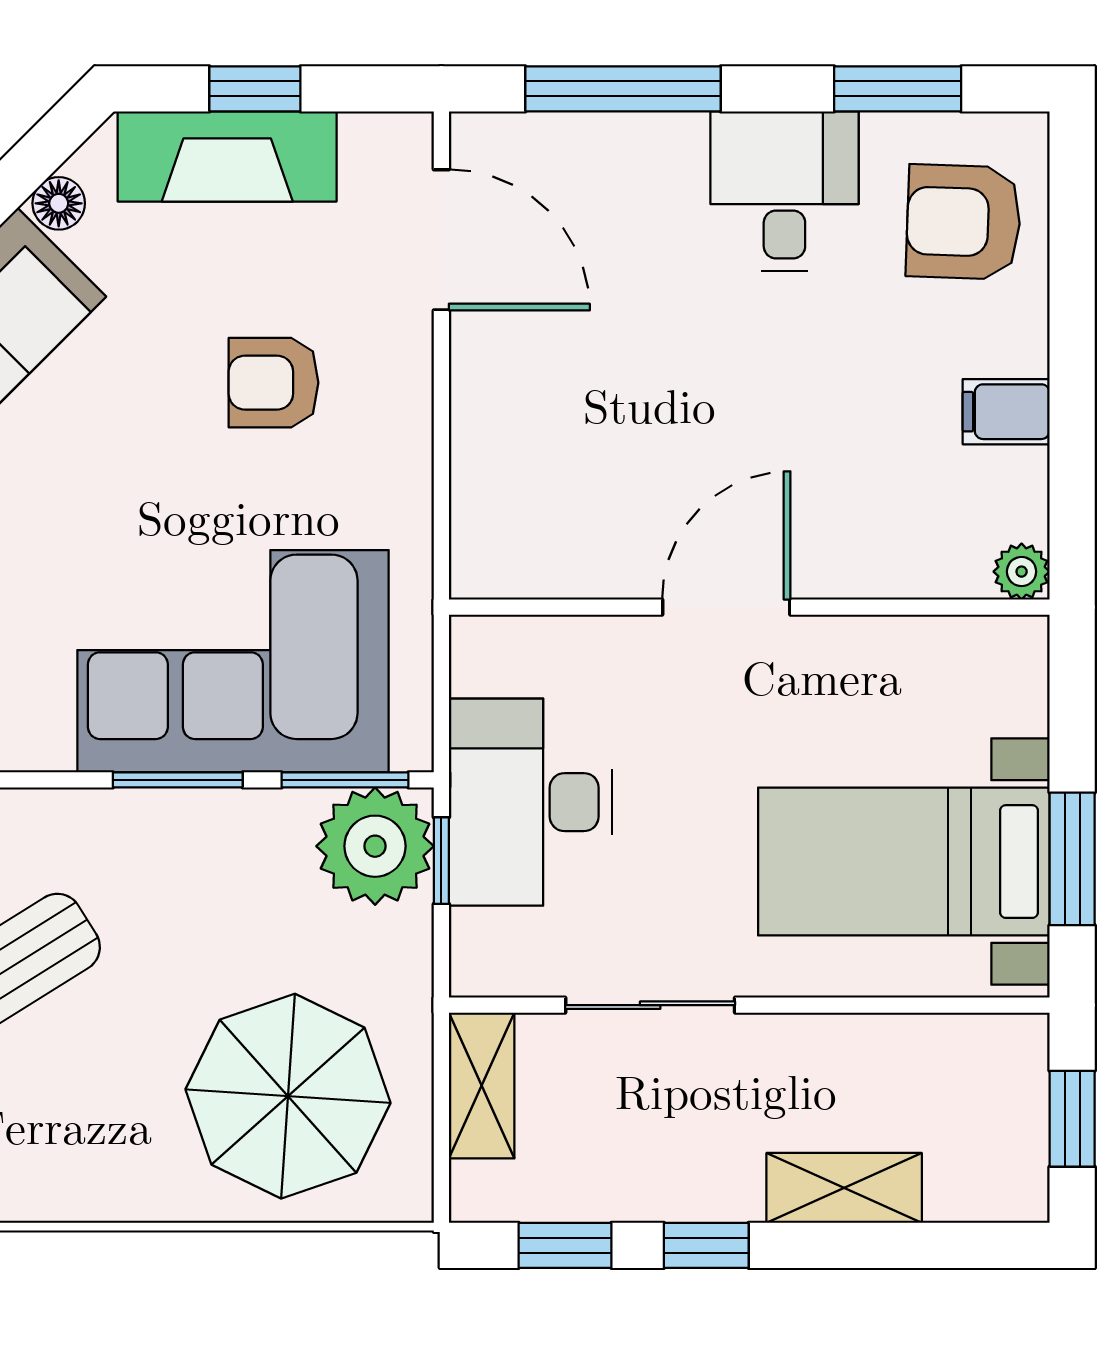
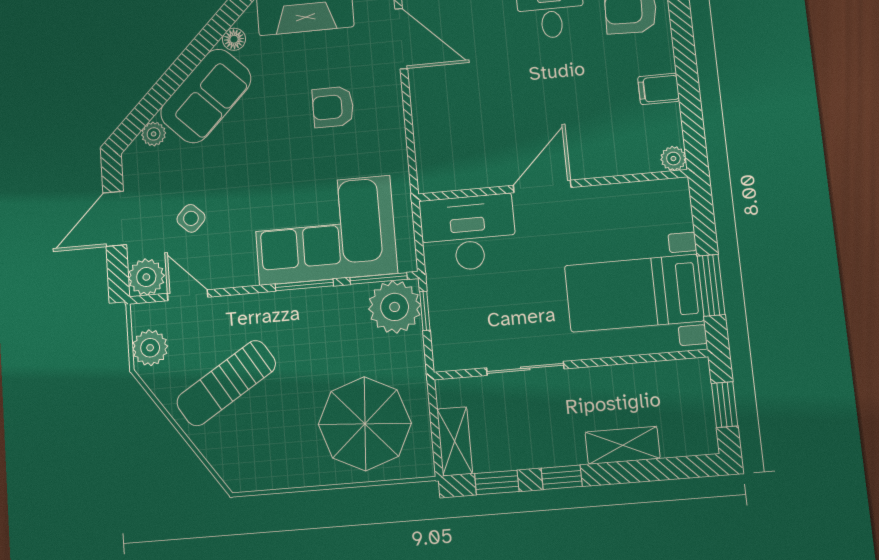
desk: (530, 802) -> (468, 233), moved, turned 90
shelving: (482, 1086) -> (455, 441), moved

